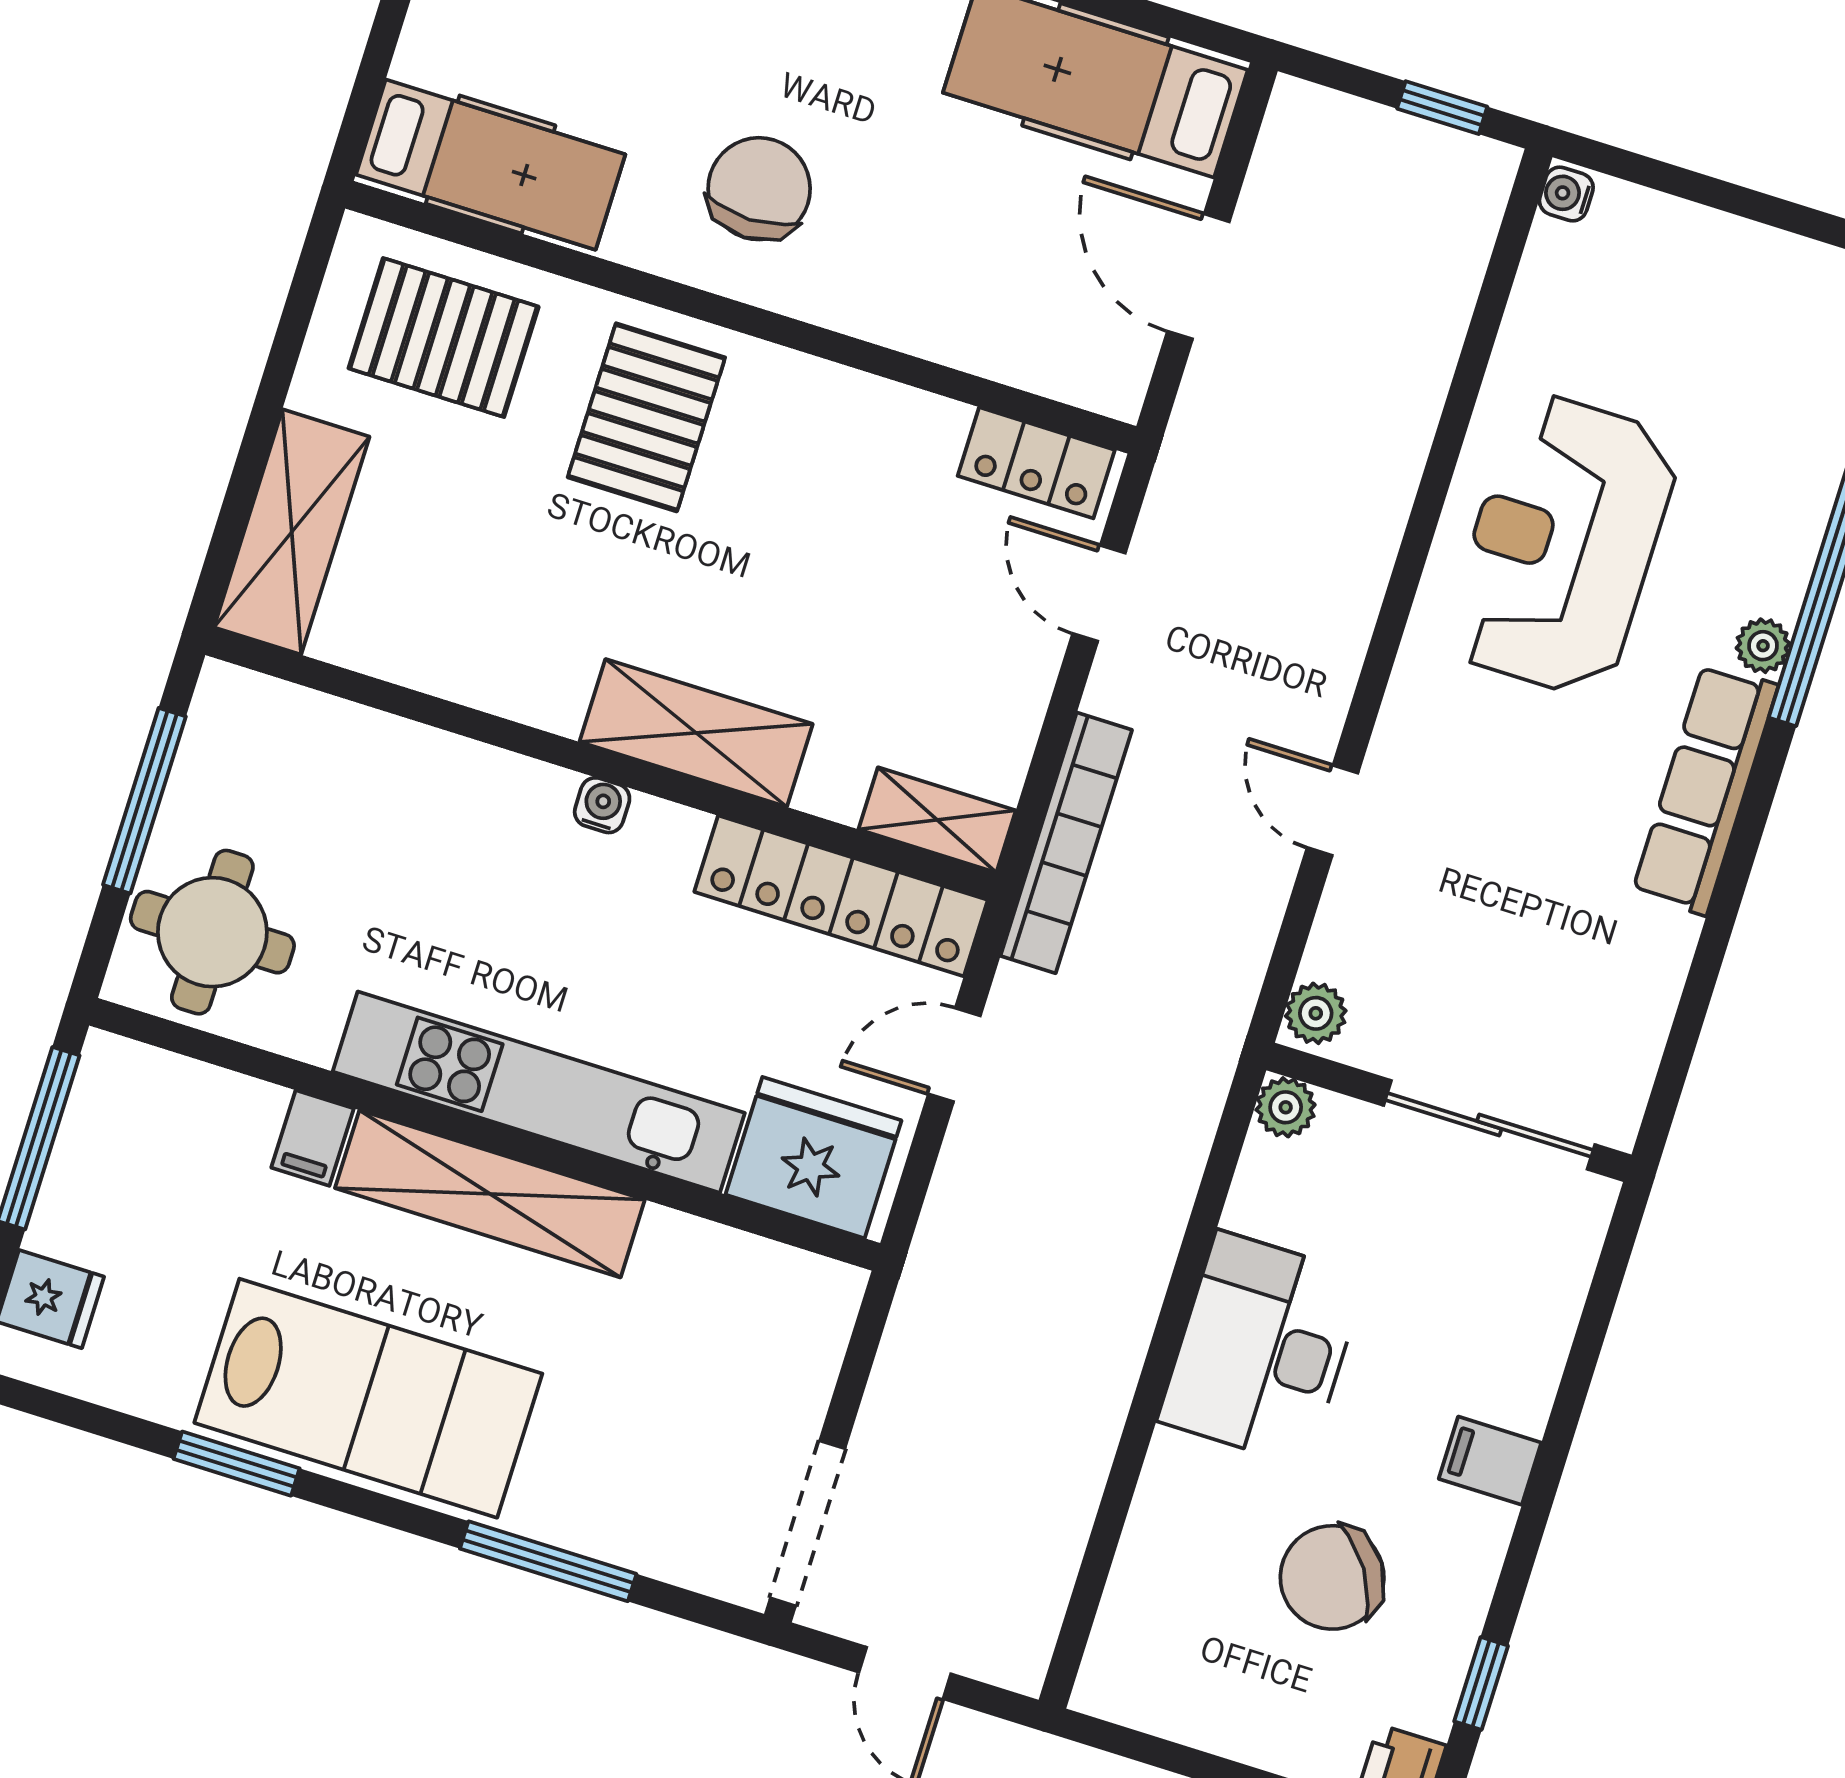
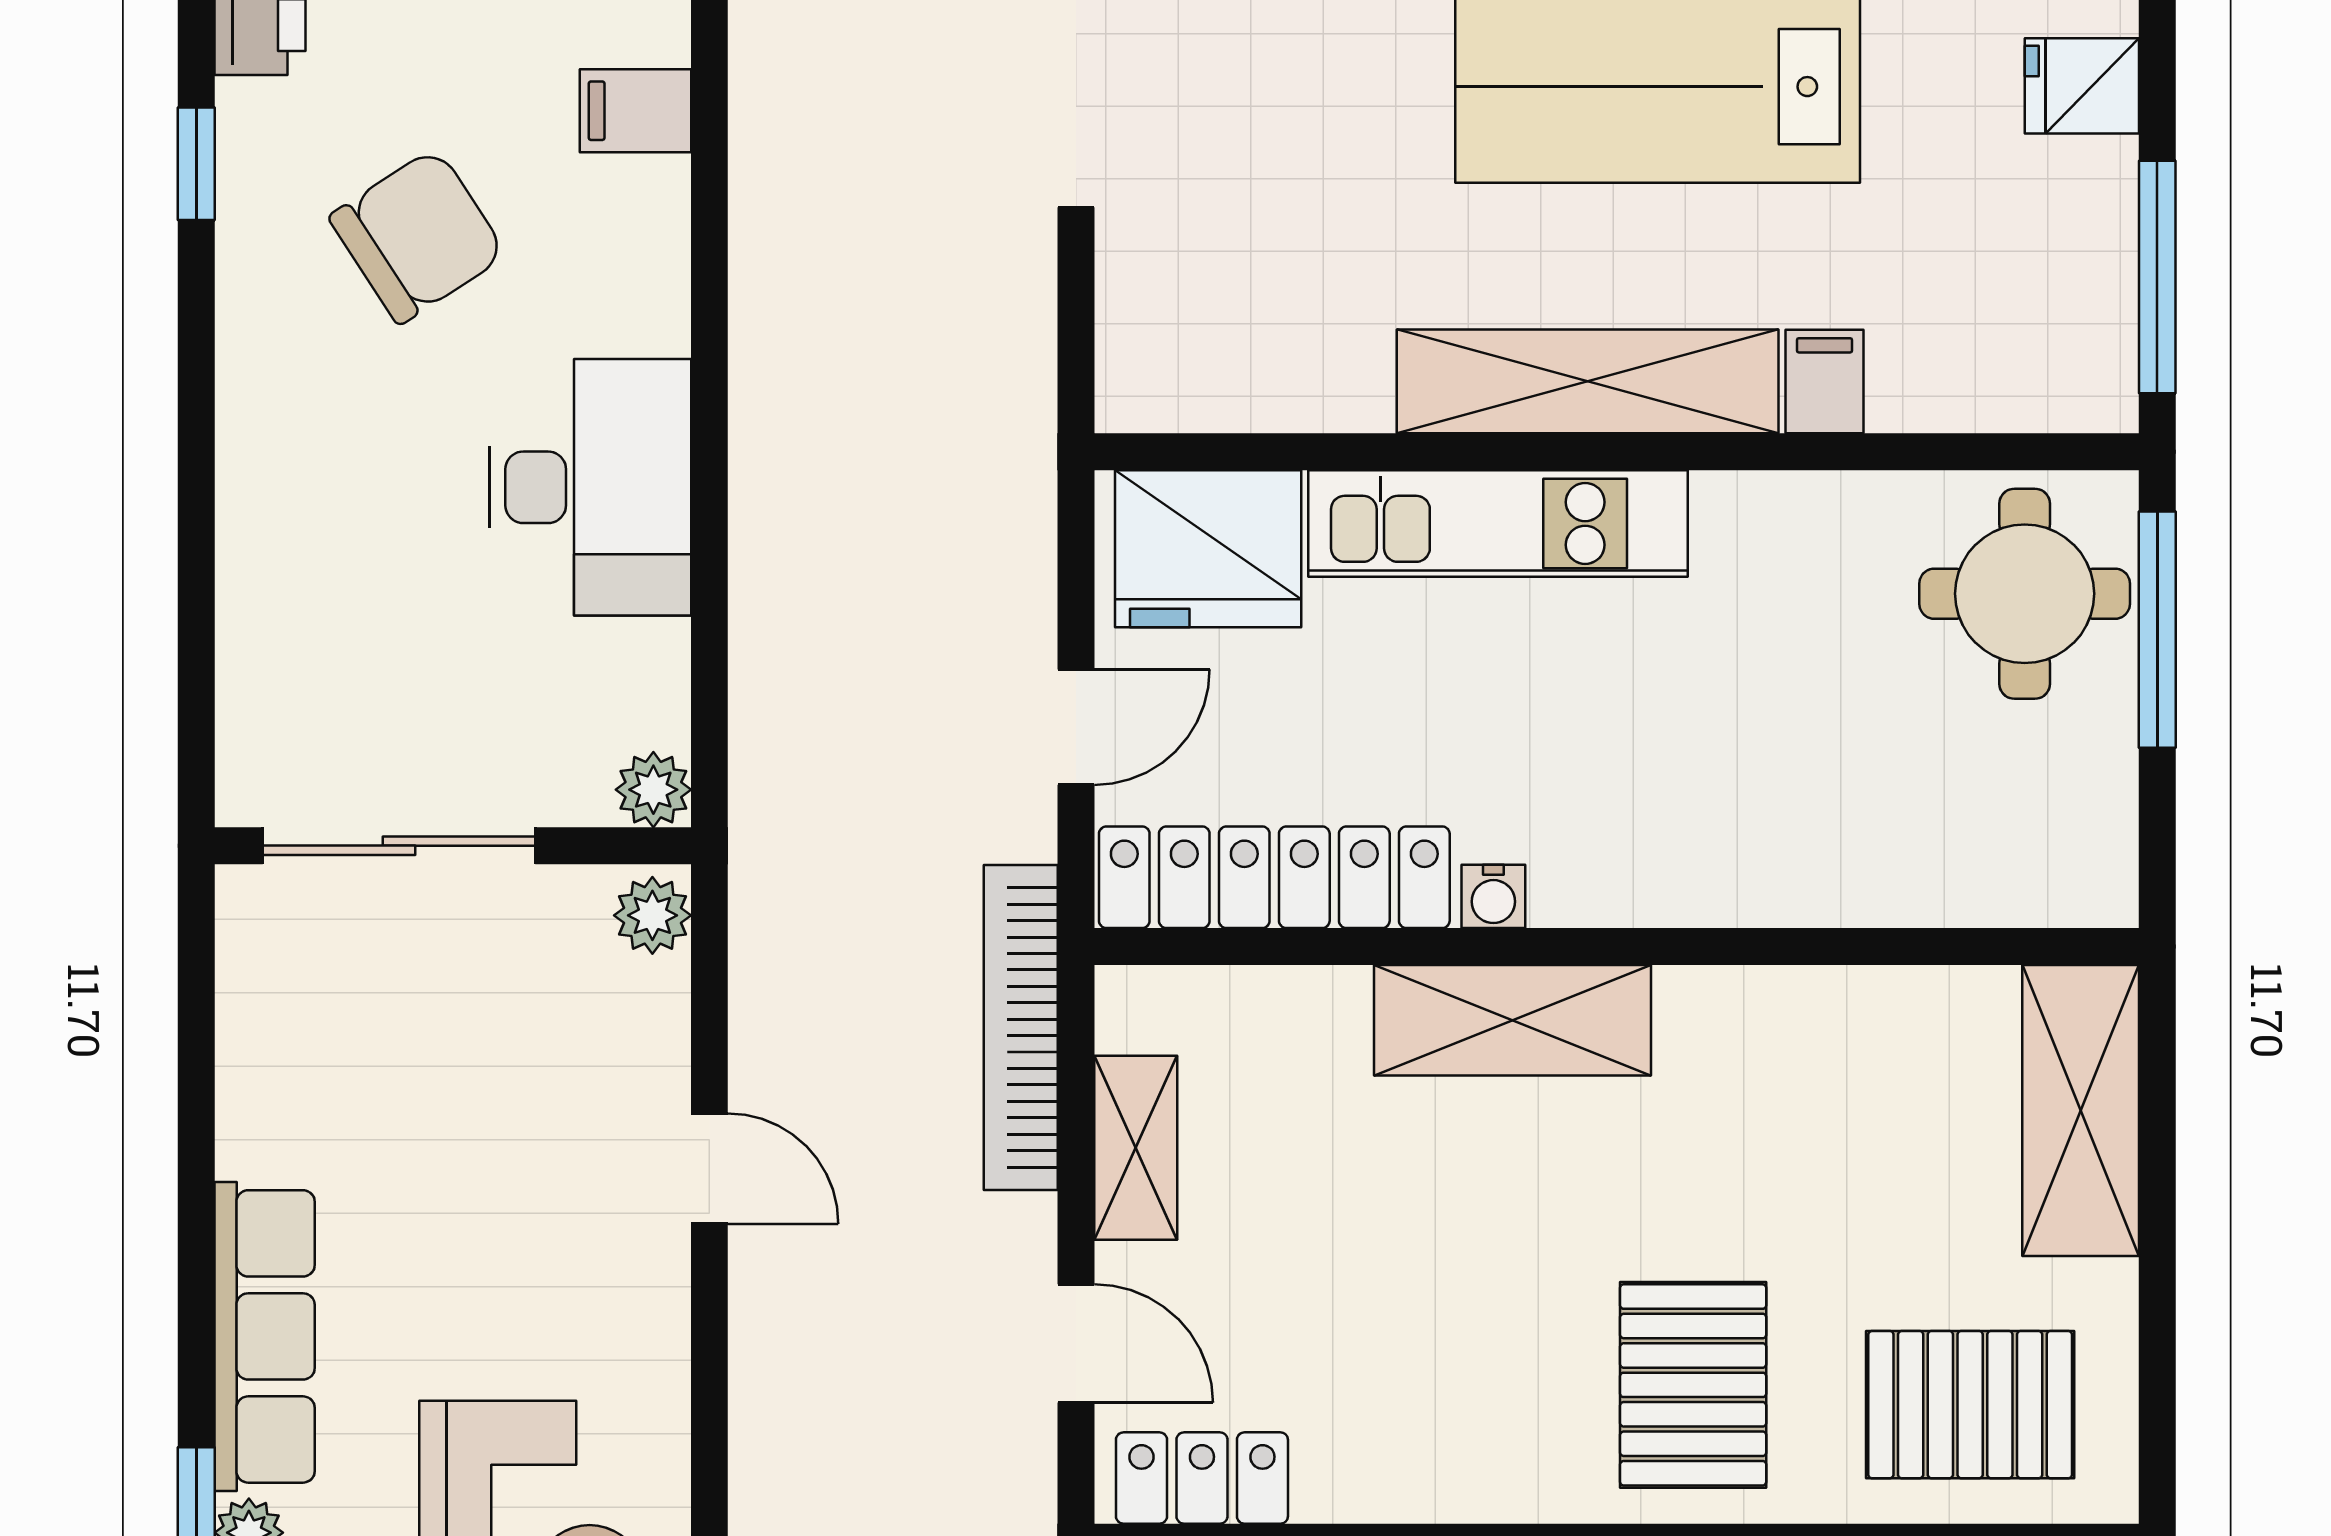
window: (144, 801) -> (2157, 630), moved
water cooler: (602, 805) -> (1493, 896), moved
shelving: (937, 820) -> (1136, 1148), moved, turned 90
kitchen unit: (539, 1092) -> (1498, 523), width x0.73
filing cabinet: (1490, 1461) -> (636, 111), moved, turned 180

